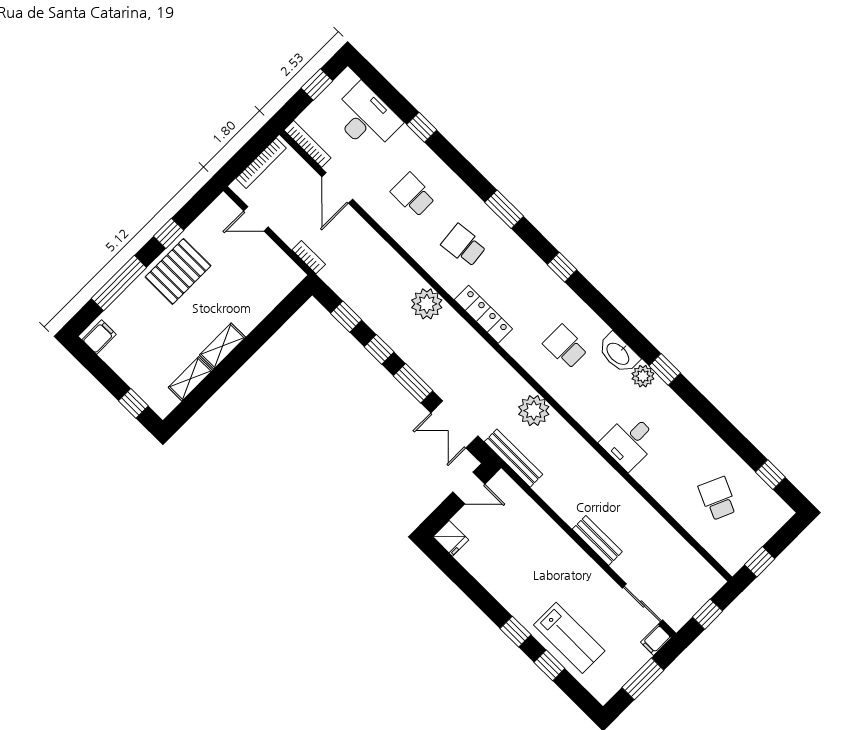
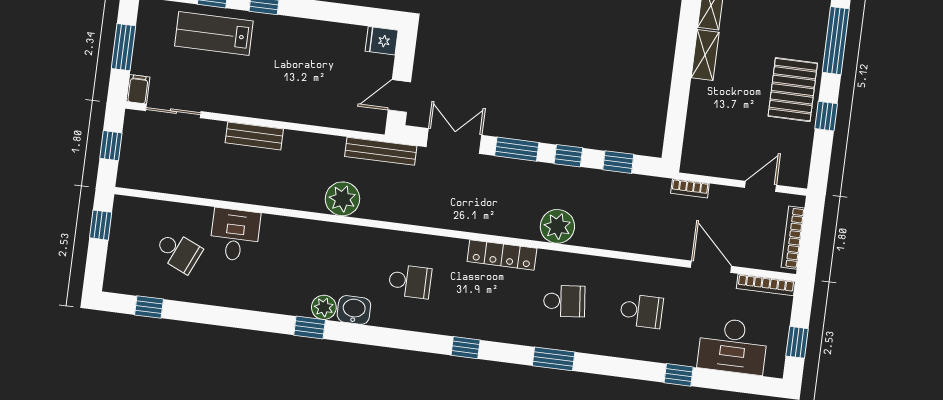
washbasin: (618, 353) -> (354, 310), width x0.72
plant: (534, 411) -> (342, 199), moved
desk: (629, 442) -> (235, 235), moved

